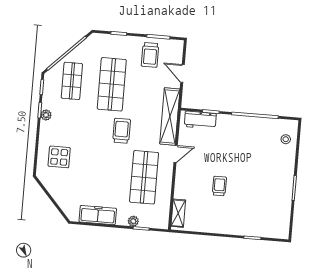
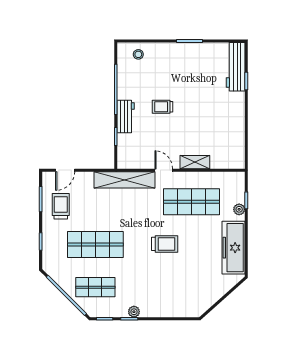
trolley: (150, 55) -> (61, 206), turned -90
door: (182, 73) -> (65, 170), moved
workbench: (200, 120) -> (126, 117), moved
trolley: (122, 131) -> (165, 244), moved, turned 180
display table: (59, 157) -> (177, 294), removed
trolley: (219, 186) -> (163, 107), moved
shelving: (178, 213) -> (195, 162), moved
freezer: (98, 215) -> (233, 248), width x1.36, depth x1.26
workbench: (267, 229) -> (236, 67), added

